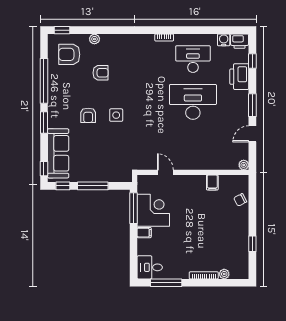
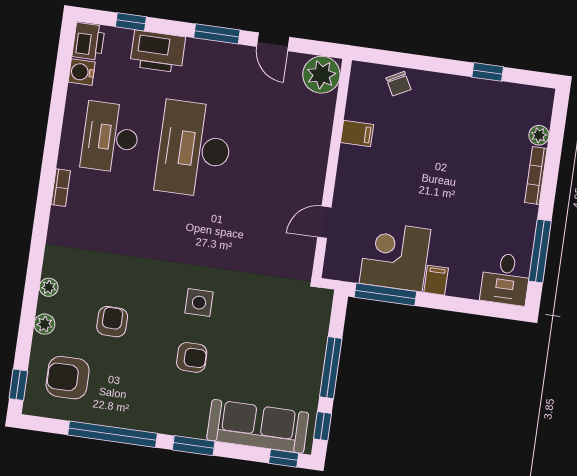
plant: (113, 39) -> (49, 287), added
armchair: (69, 54) -> (68, 378), turned 90
plant: (244, 165) -> (321, 75), width x1.88, depth x1.88

